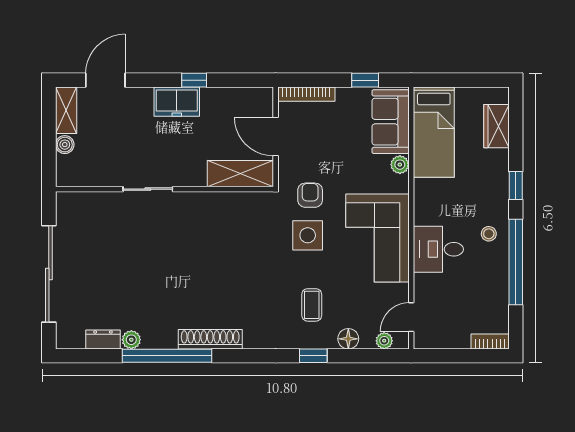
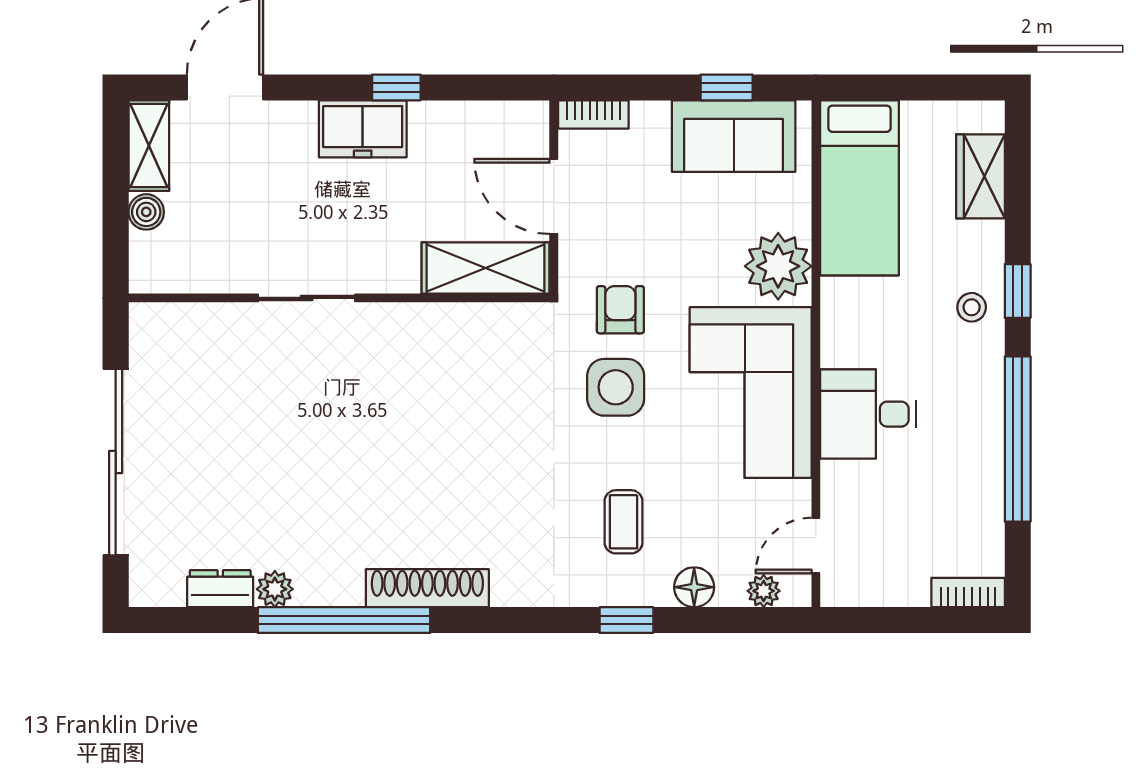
bookcase: (306, 94) -> (593, 114), width x0.64
sofa: (391, 122) -> (734, 136), moved, turned -90
plant: (400, 165) -> (778, 266), width x1.87, depth x1.87
stool: (489, 234) -> (972, 307), moved

